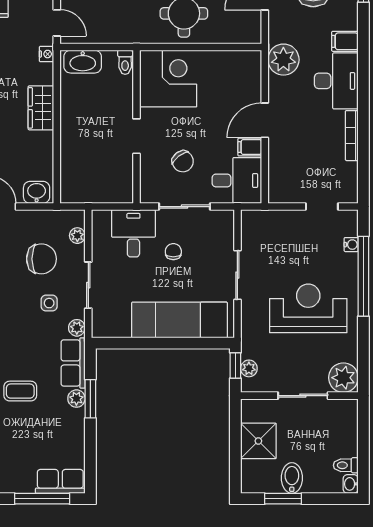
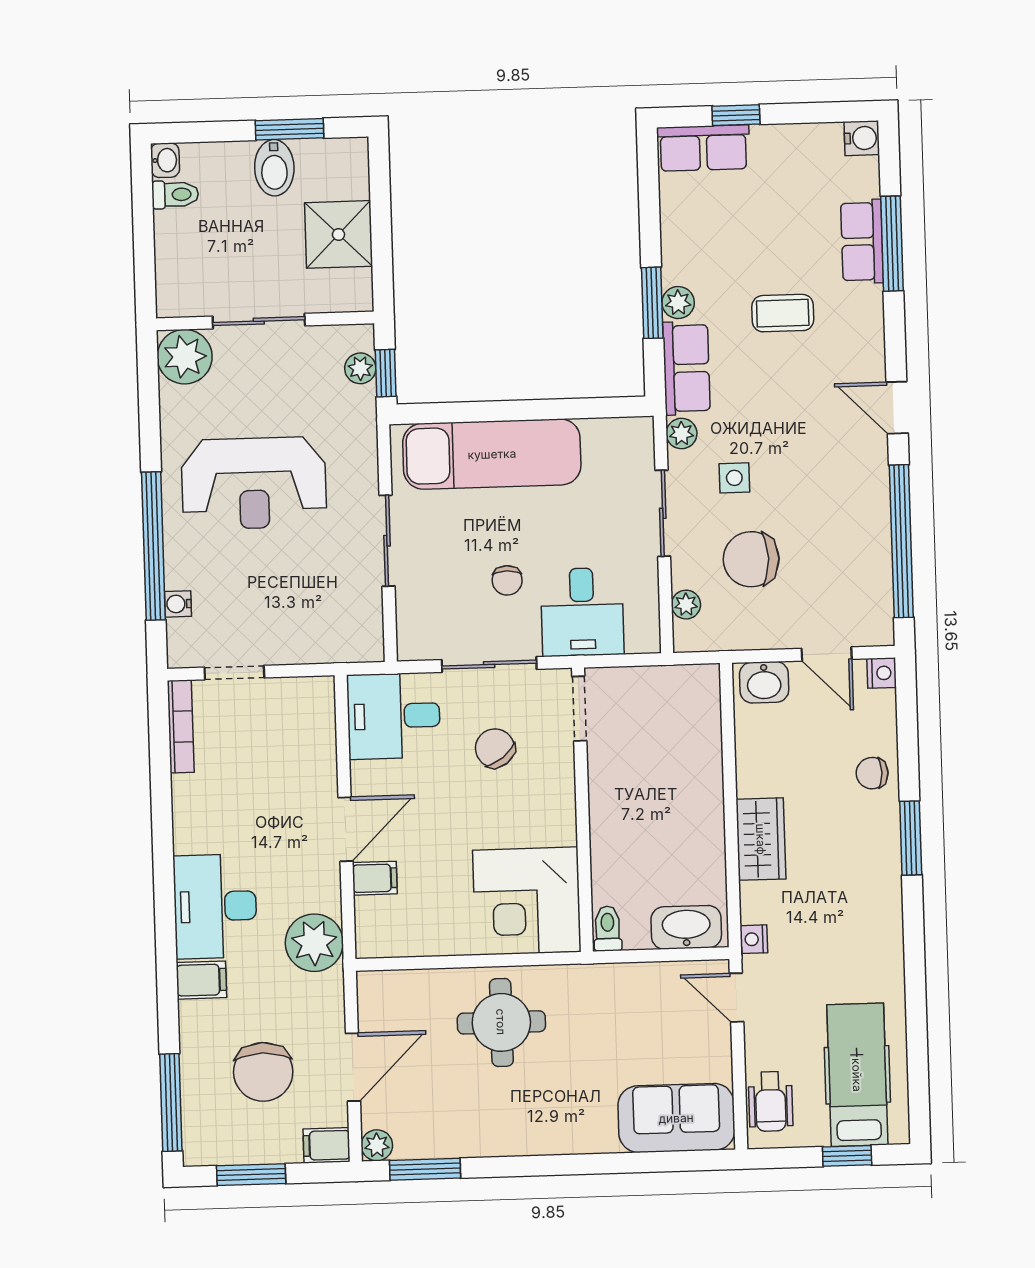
doorway: (137, 136) -> (579, 709), moved
bookcase: (352, 136) -> (181, 726), moved
filing cabinet: (250, 147) -> (375, 878), moved
window: (42, 499) -> (736, 115), width x0.46

